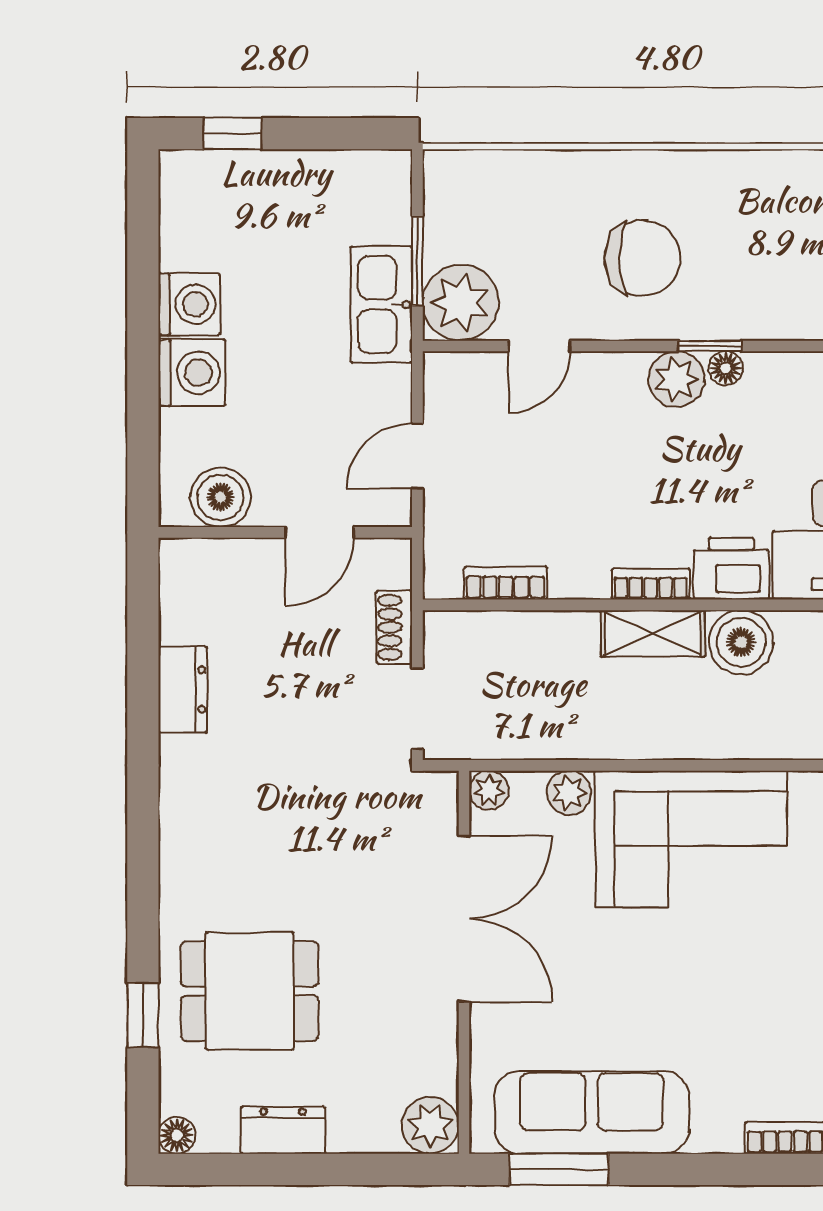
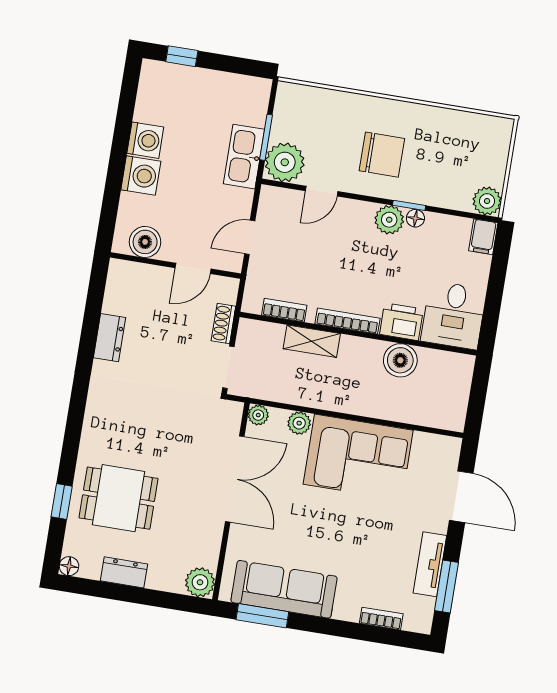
bookcase: (651, 584) -> (348, 321), width x1.56
shelving: (653, 633) -> (312, 341), moved

